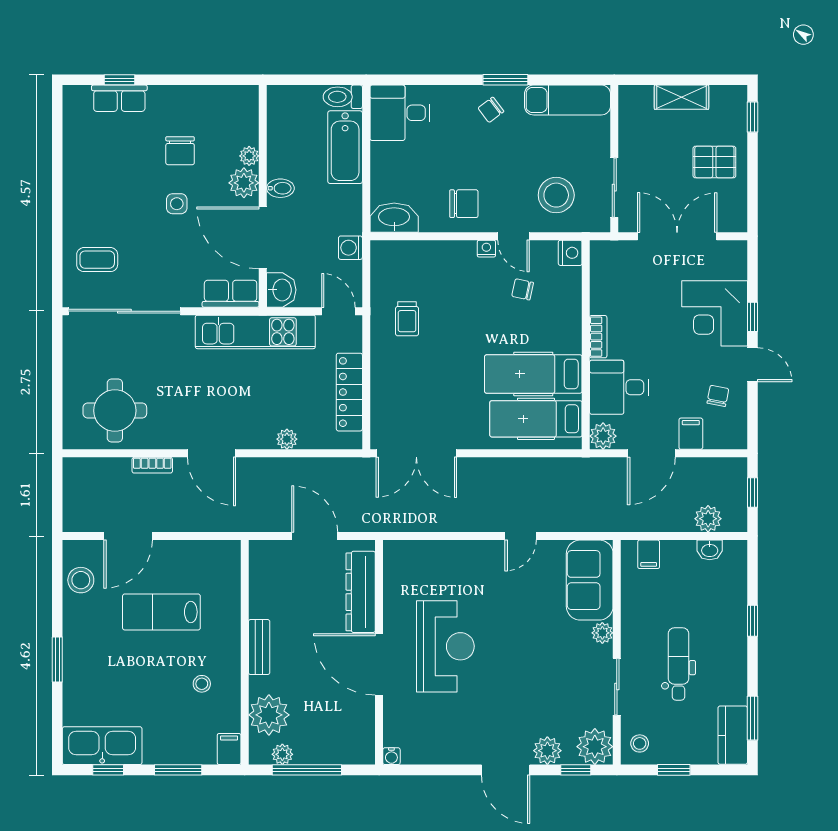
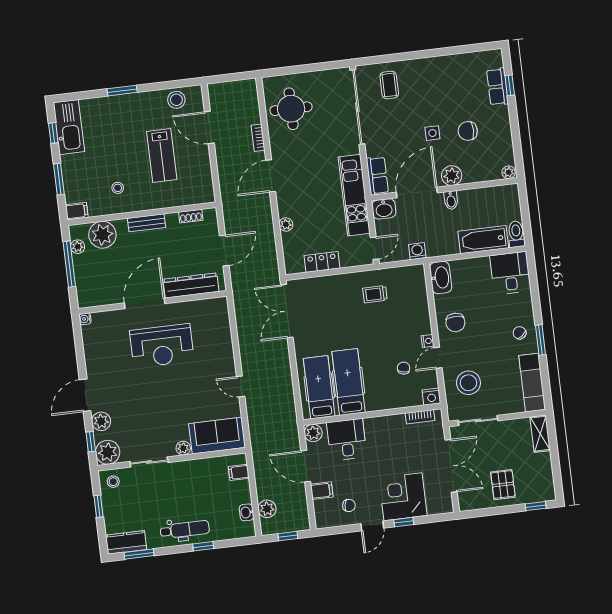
shelving: (682, 97) -> (540, 434), moved
plant: (249, 156) -> (509, 172), moved
bookcase: (598, 337) -> (420, 417), moved
locker: (349, 392) -> (322, 262), width x0.66
shoe rack: (257, 580) -> (191, 216), added
lab bench: (161, 612) -> (162, 156), turned 180
dental chair: (679, 664) -> (185, 530), moved

